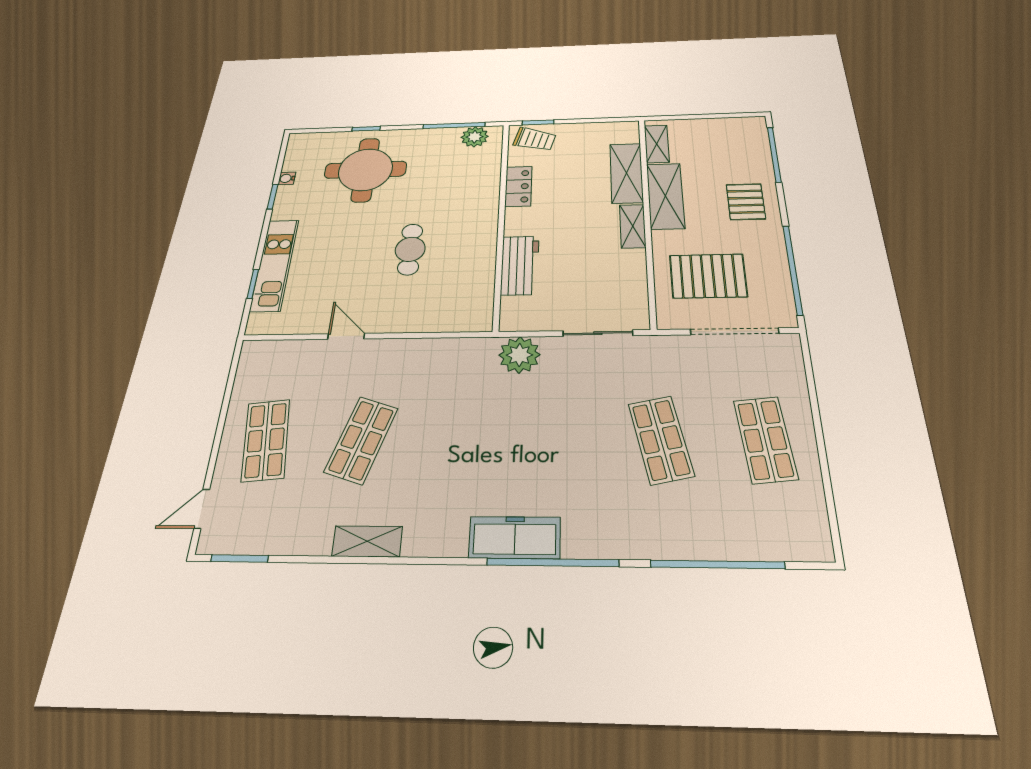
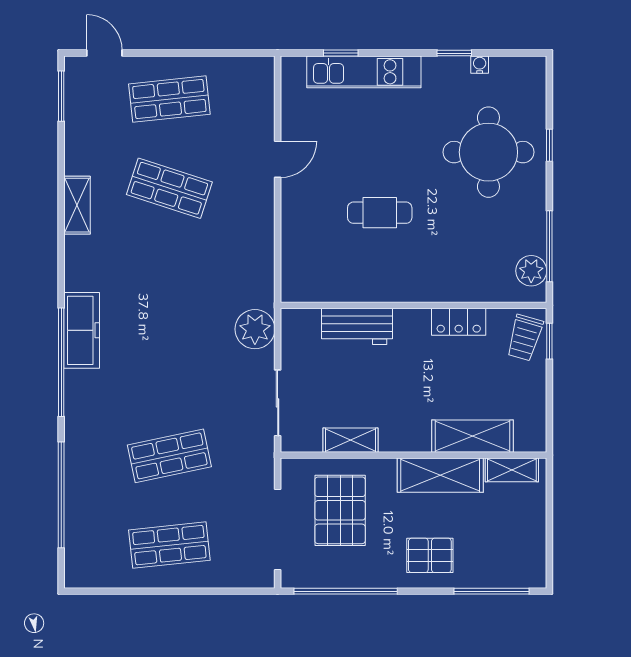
shelving: (633, 226) -> (351, 440), moved

